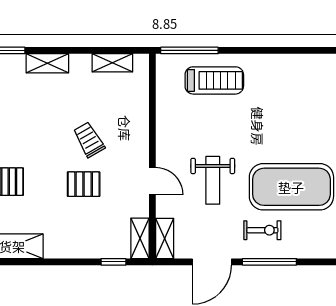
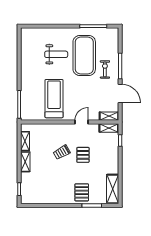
shelving: (47, 63) -> (25, 162), moved
treadmill: (214, 80) -> (54, 99), moved, width x1.37, depth x1.38
weight bench: (213, 180) -> (56, 54), moved

